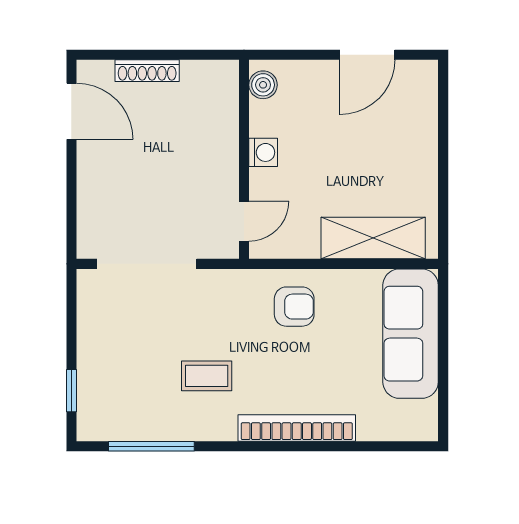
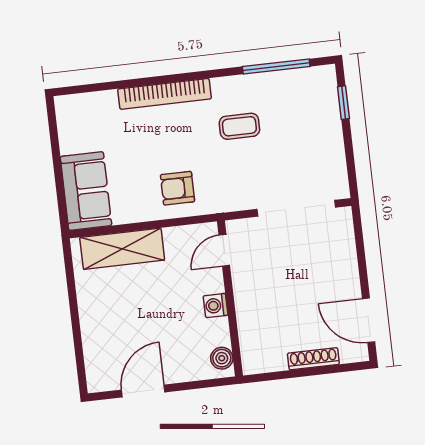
sofa: (411, 334) -> (86, 191), width x0.73

